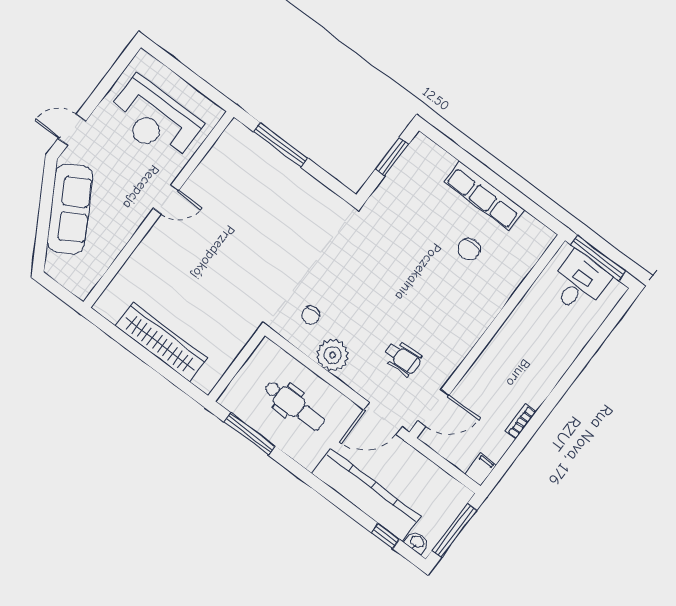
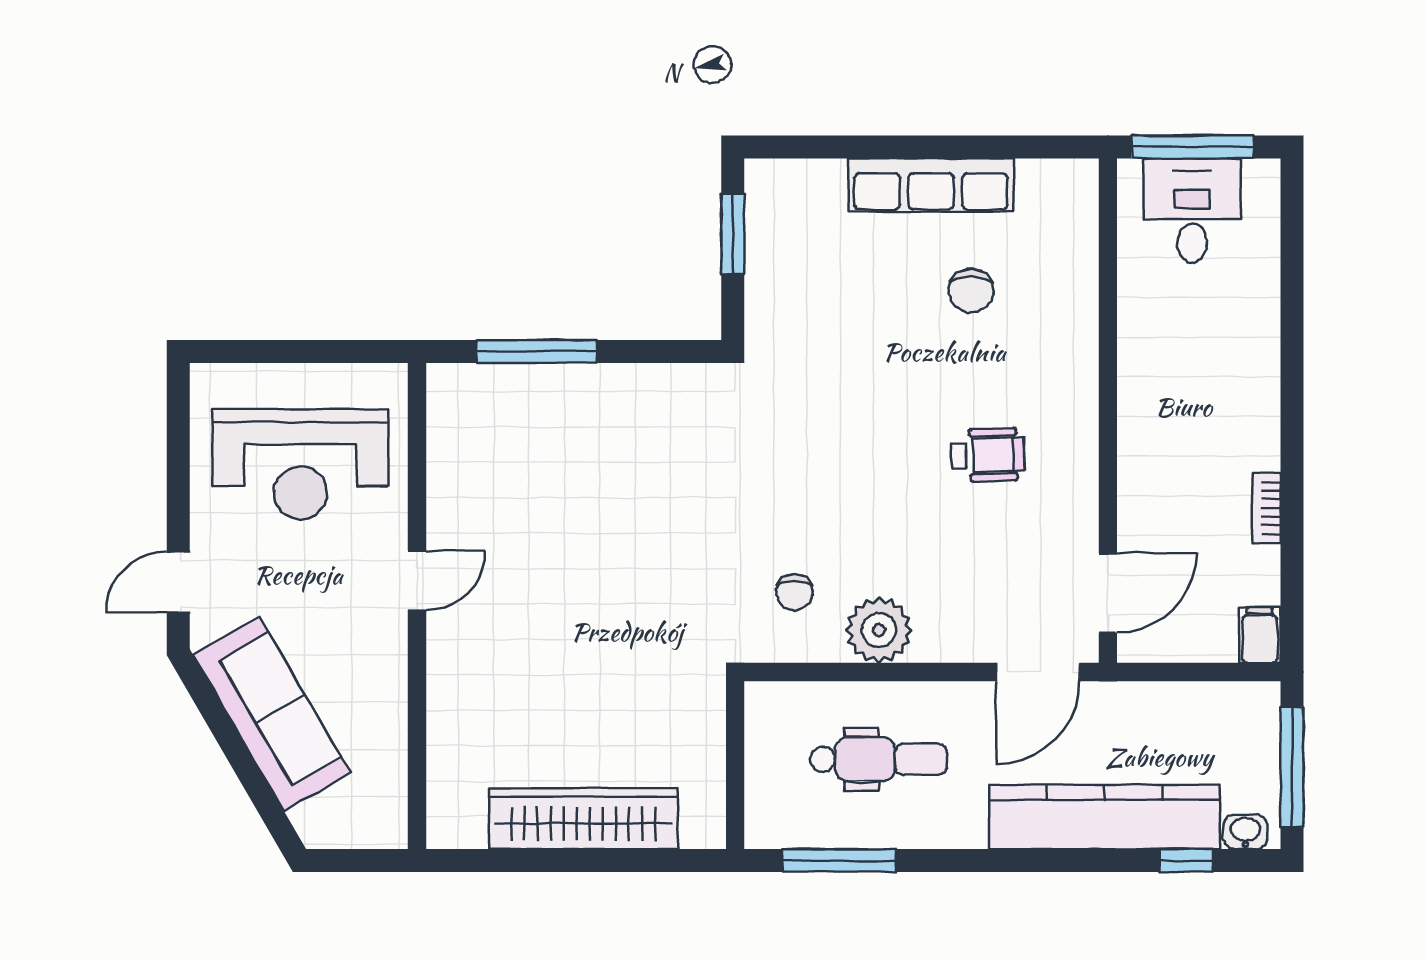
wheelchair: (402, 358) -> (988, 455), moved

